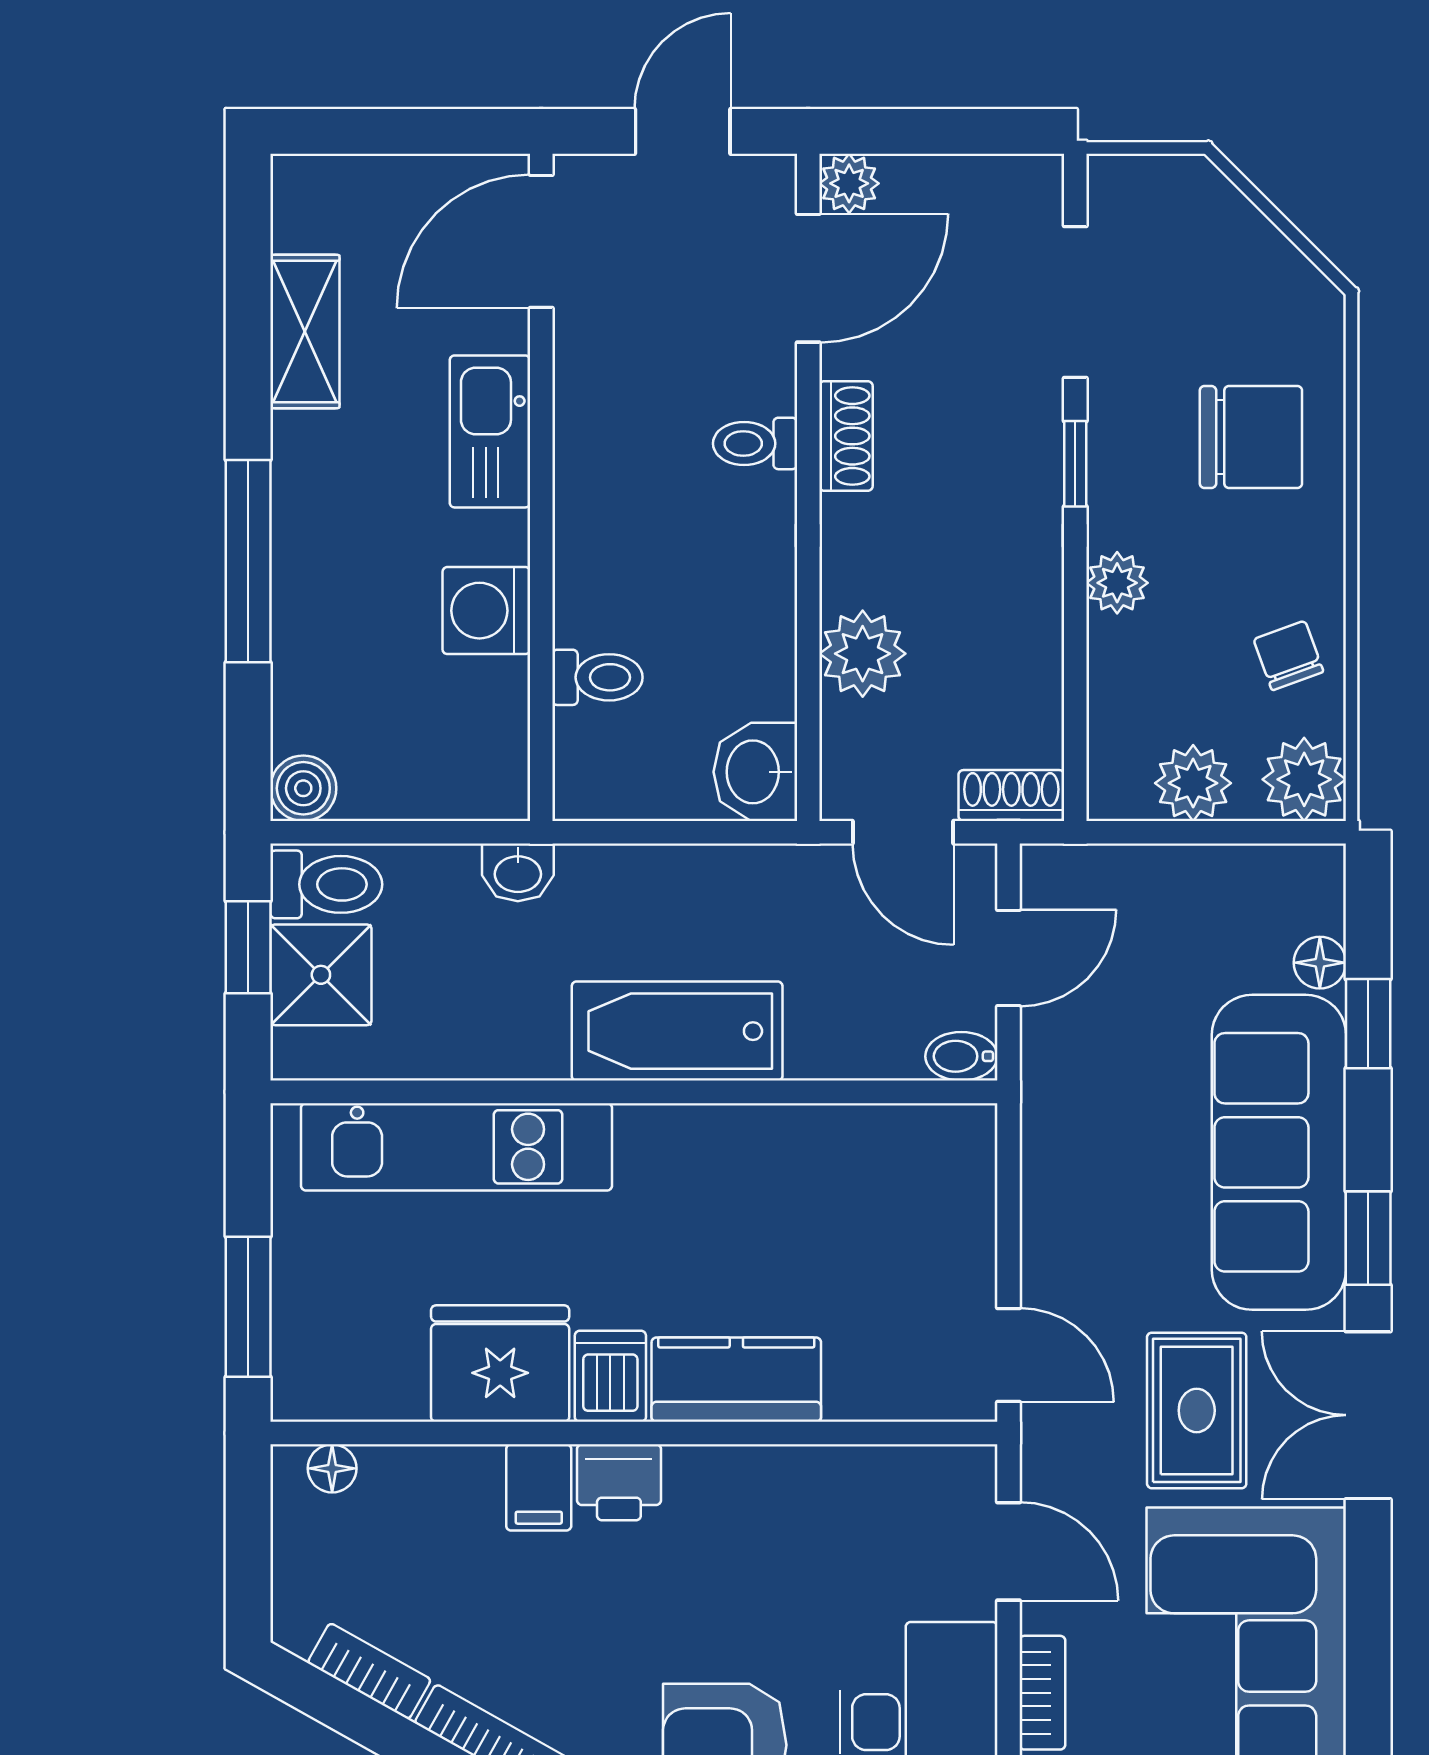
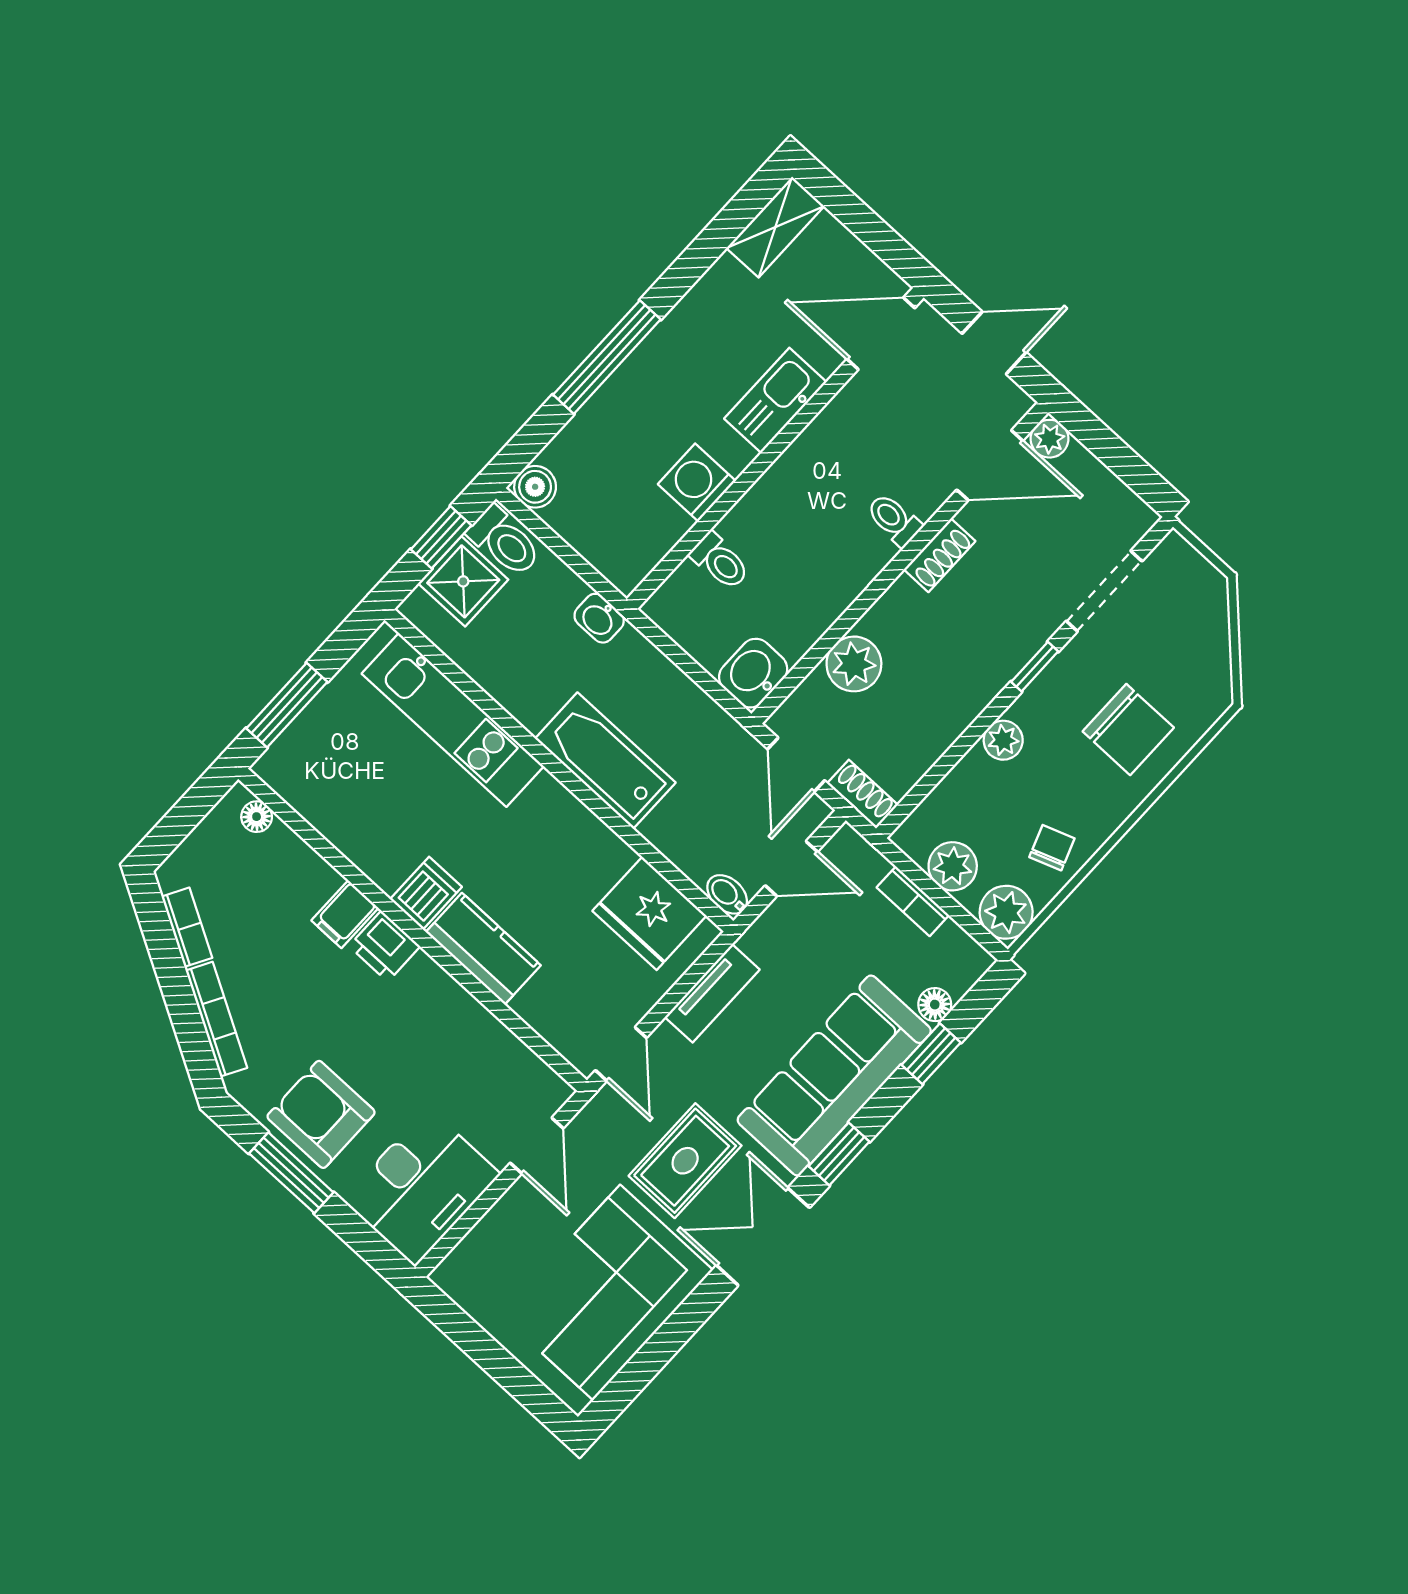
shelving: (305, 331) -> (775, 227), moved
tv unit: (1049, 1187) -> (712, 993), added
fridge: (500, 1364) -> (649, 913), moved, turned 180
bookcase: (1042, 1693) -> (913, 901), moved, turned 90

